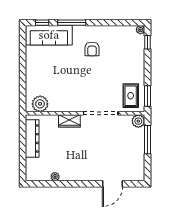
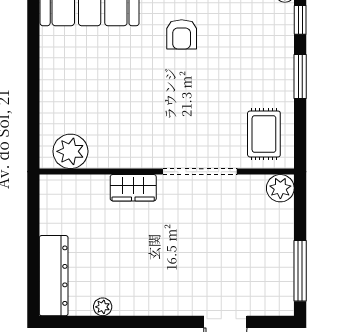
window: (148, 96) -> (300, 77), moved
dresser: (32, 139) -> (54, 276), moved
window: (148, 140) -> (300, 271), moved

